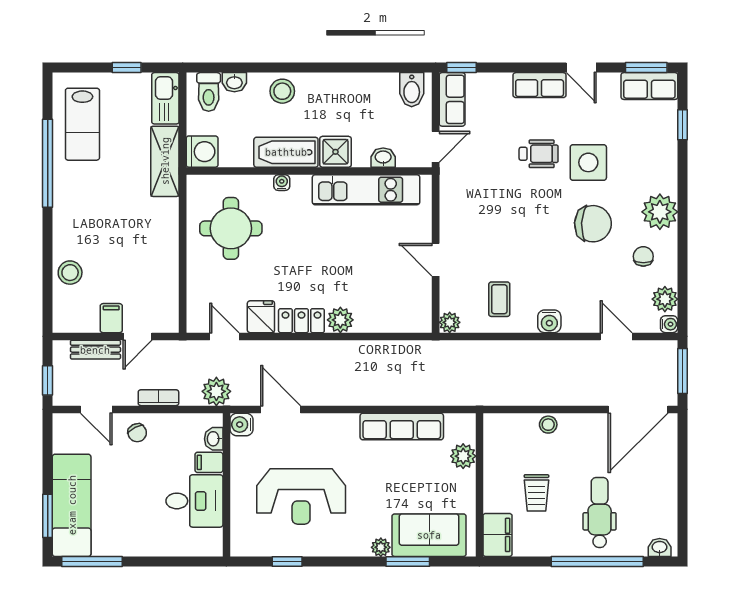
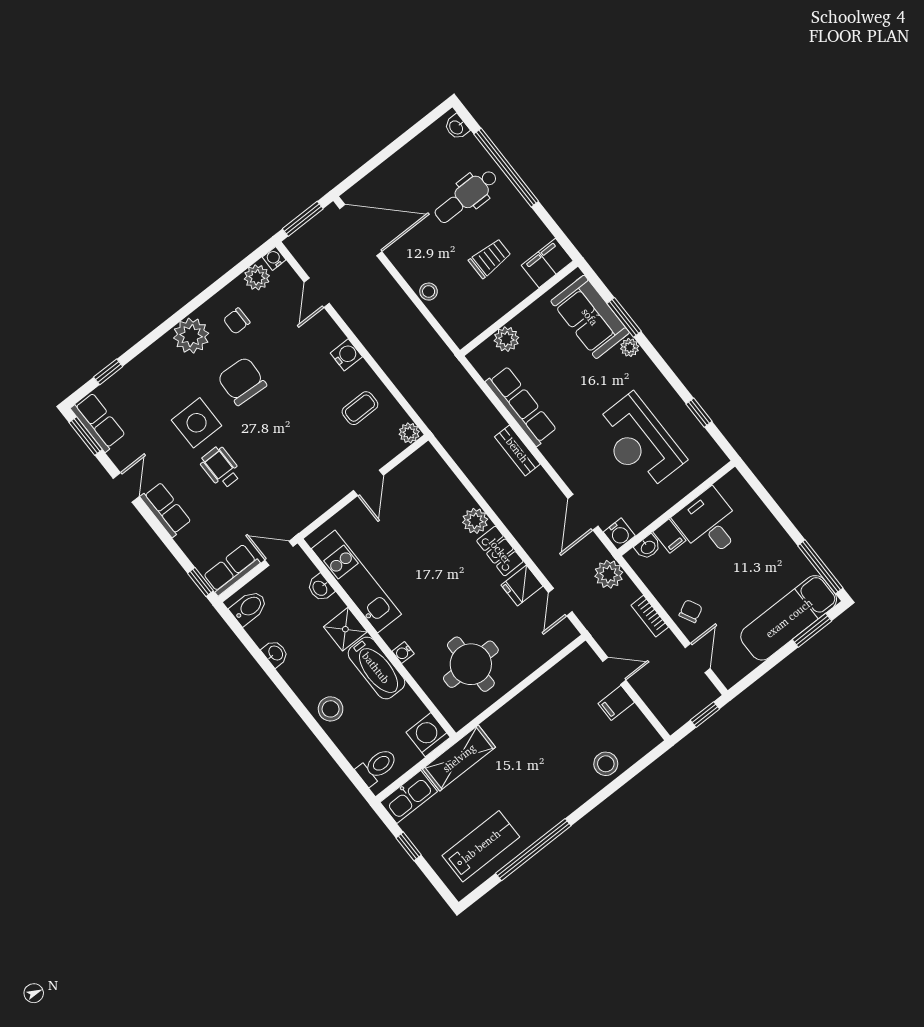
washbasin: (234, 82) -> (275, 653), moved
bench: (95, 350) -> (517, 450), moved
reception desk: (301, 496) -> (639, 442), turned 180

